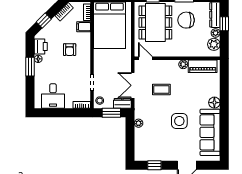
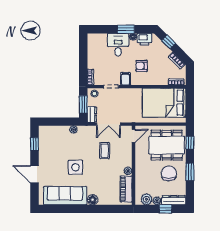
filing cabinet: (84, 27) -> (125, 79), moved
double door: (133, 85) -> (108, 124), swing flipped
desk: (53, 96) -> (118, 45), moved, turned 90

